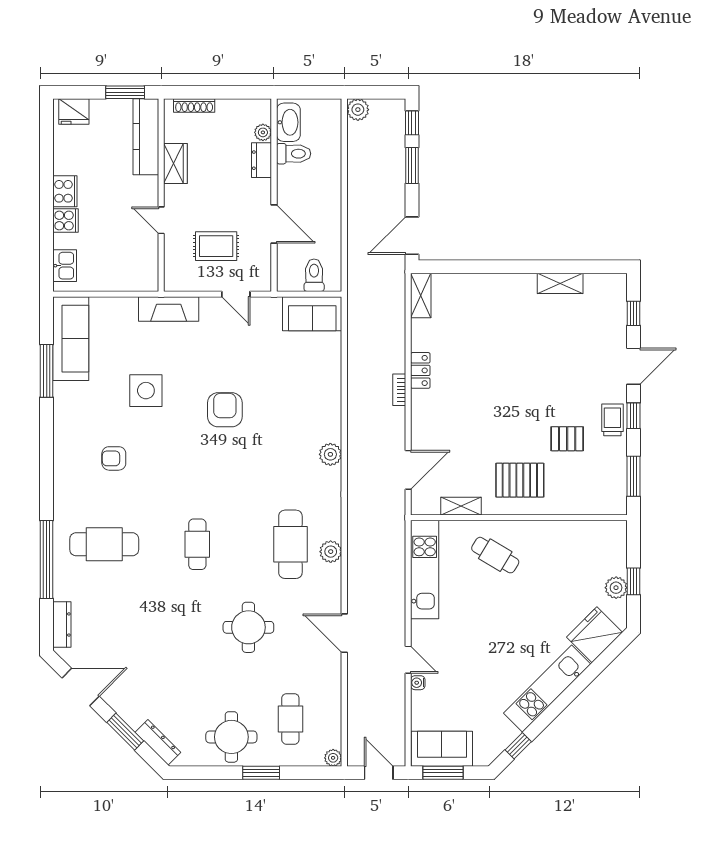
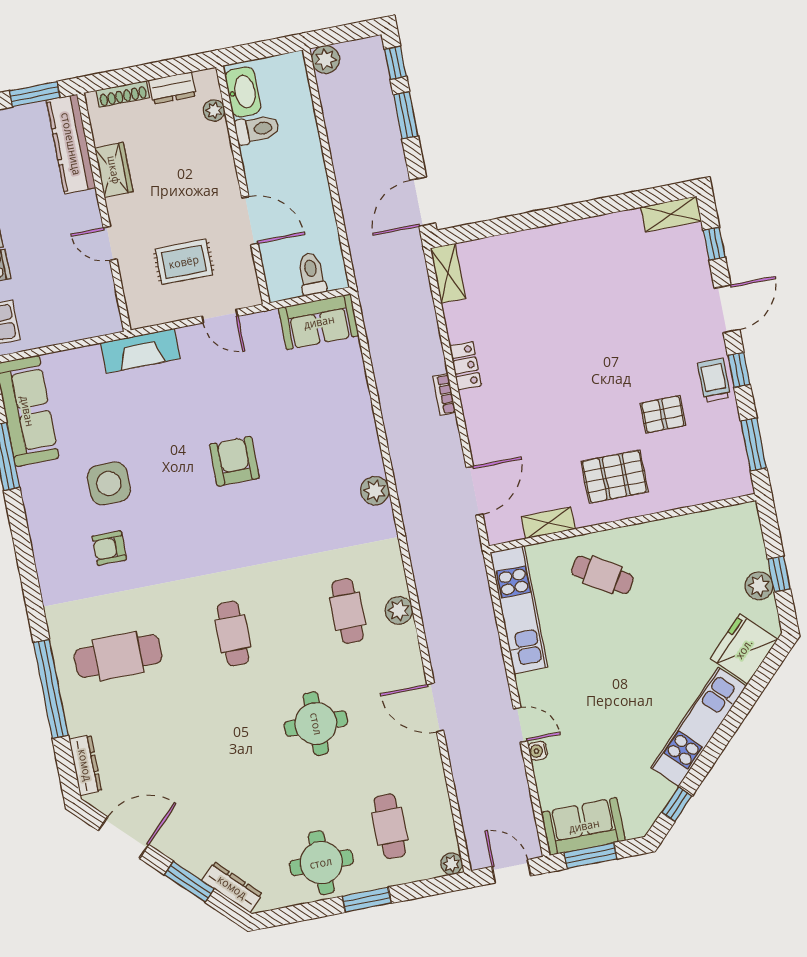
dresser: (262, 160) -> (172, 88), moved, turned -90
shelving: (560, 283) -> (671, 214), moved
side table: (146, 391) -> (109, 483), moved
cafe table: (290, 544) -> (348, 611), width x0.73, depth x0.74

